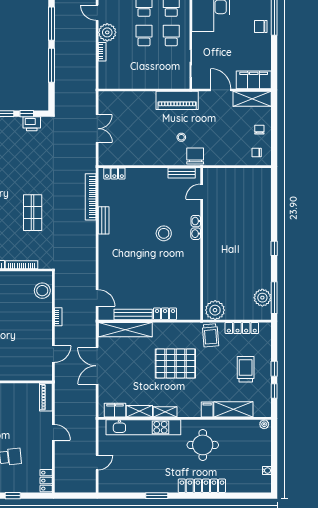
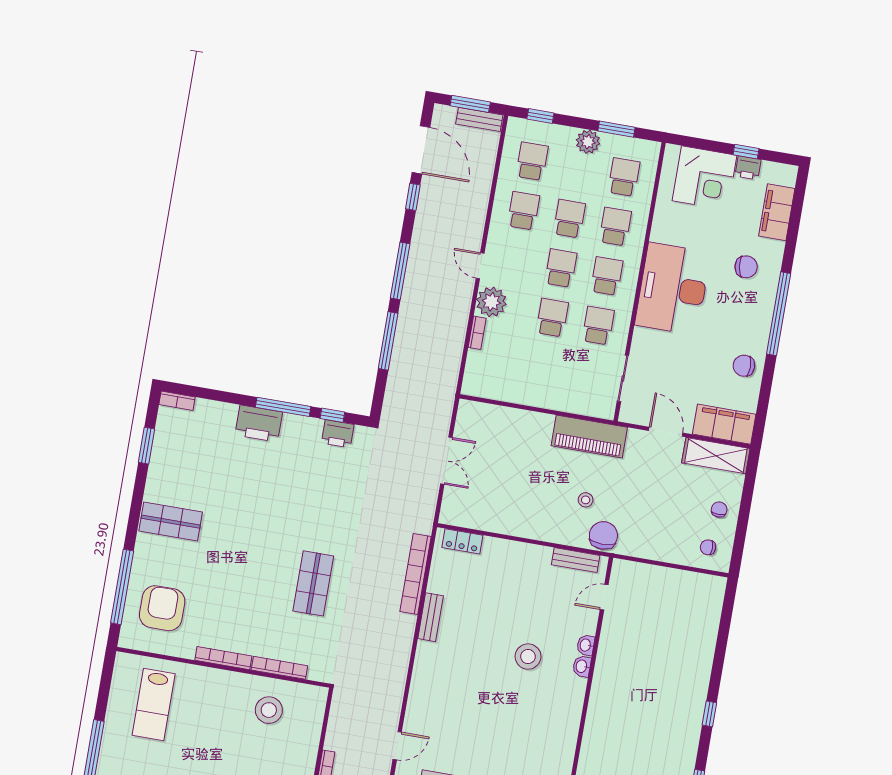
chair: (261, 27) -> (744, 366), moved
stool: (42, 291) -> (269, 710), moved
door: (97, 298) -> (397, 746), hinge flipped

